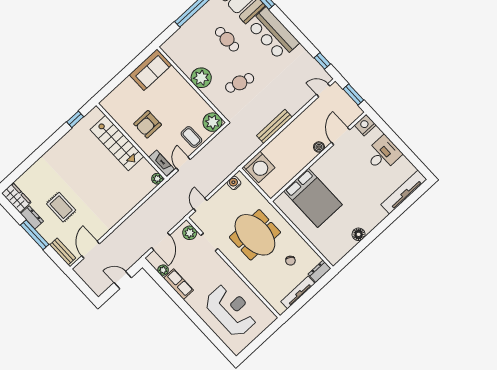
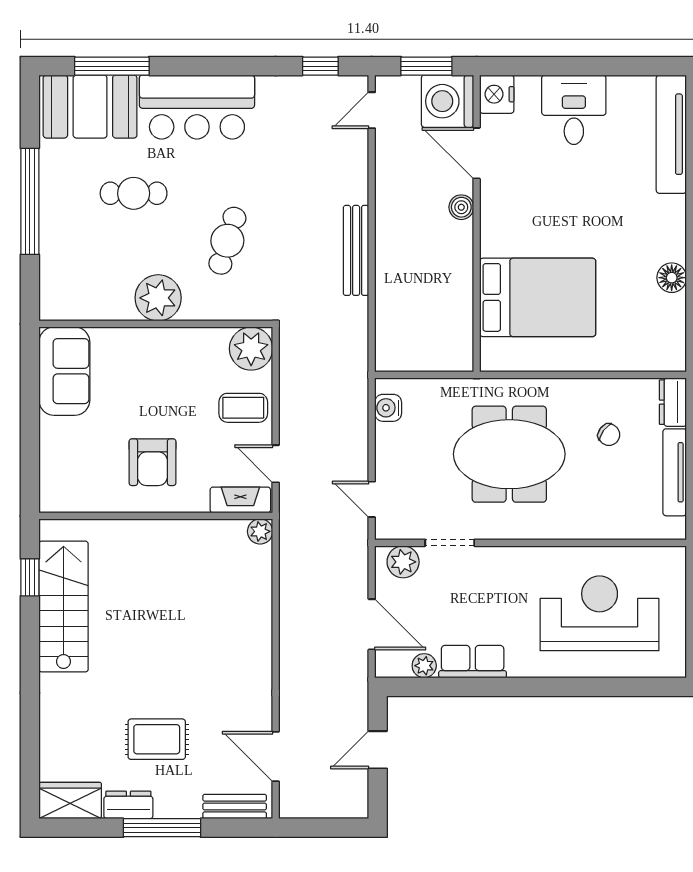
stairs: (117, 143) -> (64, 607), moved, turned -90
washing machine: (259, 167) -> (447, 101), moved, turned 180

